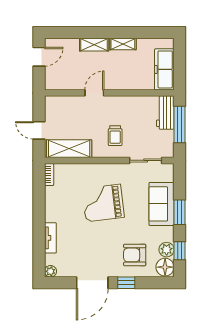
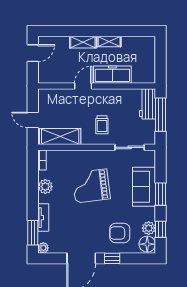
freezer: (164, 69) -> (112, 75), moved, turned 90
plant: (53, 204) -> (45, 187), added
window: (39, 255) -> (33, 233), added

